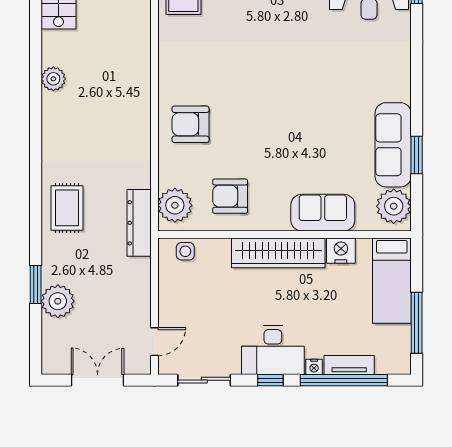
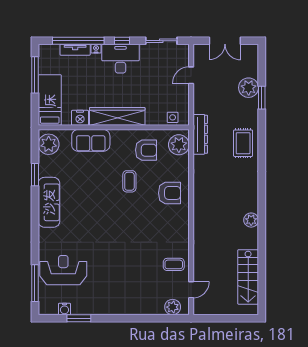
coffee table: (258, 144) -> (129, 181), added
sofa: (393, 145) -> (49, 202), moved
door: (154, 342) -> (191, 75), moved

